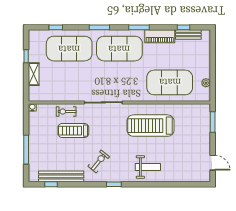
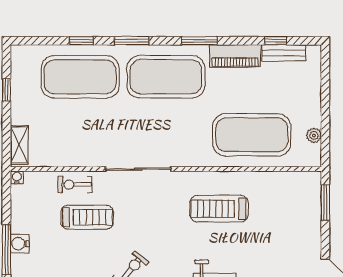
window: (56, 27) -> (81, 41), moved
shelving: (34, 74) -> (19, 145), moved
treadmill: (150, 126) -> (219, 209), width x0.73, depth x0.73
treadmill: (73, 131) -> (87, 217), turned 180
water cooler: (34, 146) -> (20, 244), added

